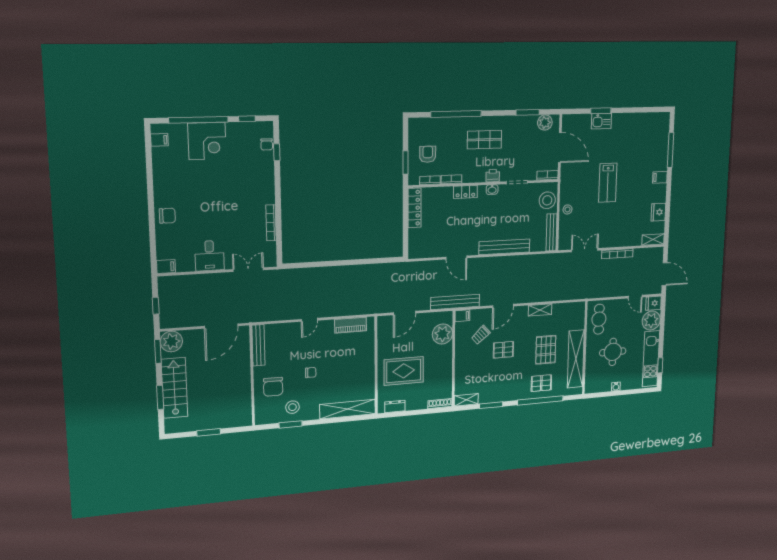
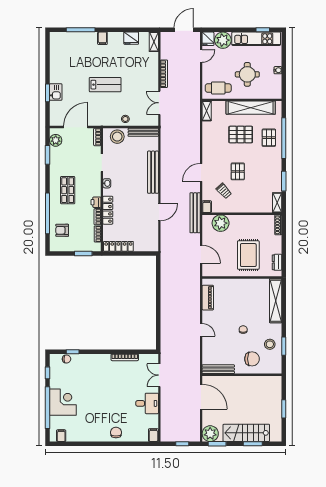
armchair: (428, 154) -> (62, 230), moved
printer: (493, 176) -> (96, 202), moved
locker: (465, 192) -> (108, 210), width x1.53
door: (503, 306) -> (201, 172), swing flipped
shelving: (540, 310) -> (207, 111), moved

